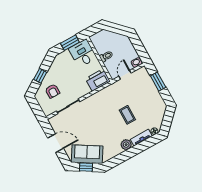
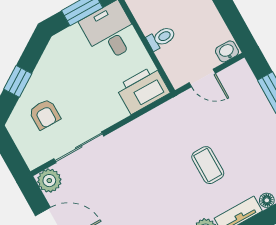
door: (125, 75) -> (202, 78), swing flipped
plant: (54, 122) -> (49, 181), added

